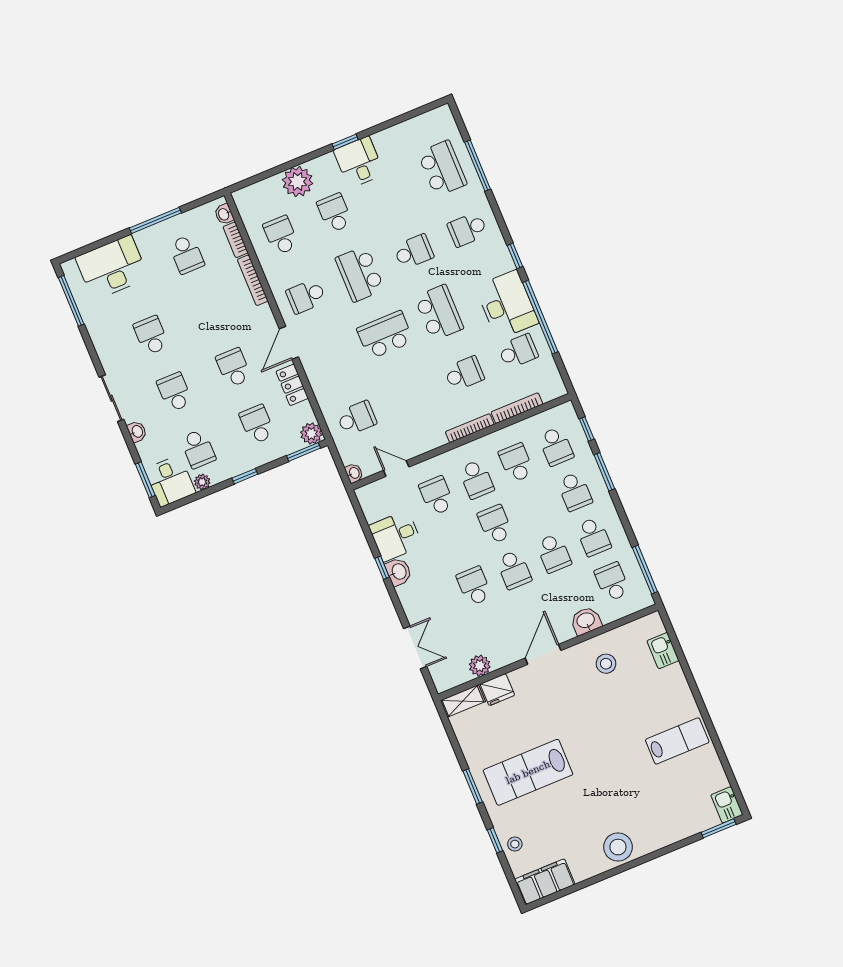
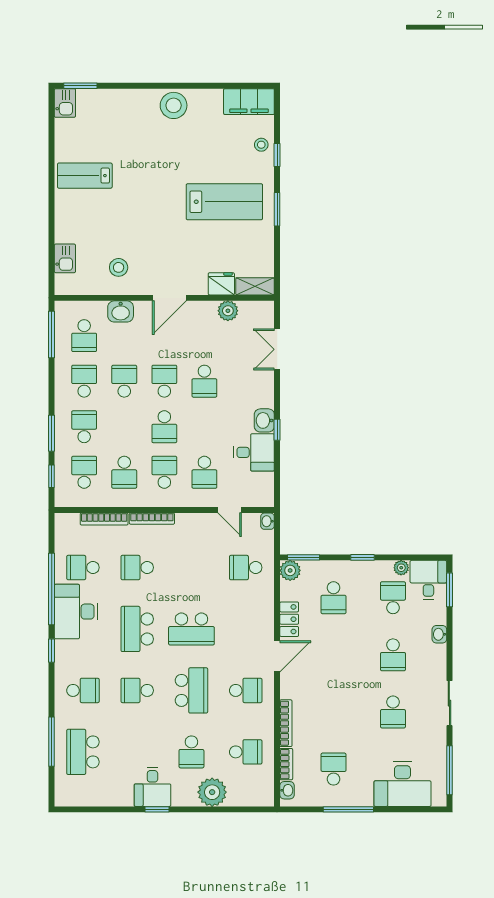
school desk: (281, 235) -> (246, 752), turned -90
school desk: (234, 368) -> (334, 655), removed
sliding door: (111, 398) -> (449, 703), moved

